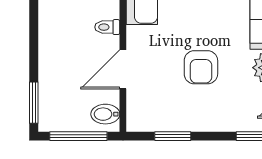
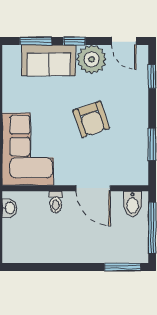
armchair: (201, 67) -> (91, 119), turned 71

